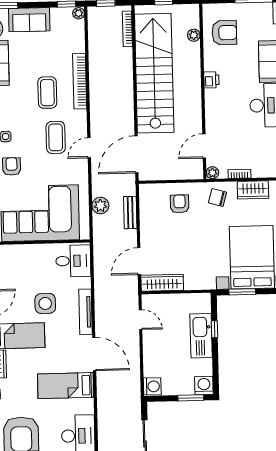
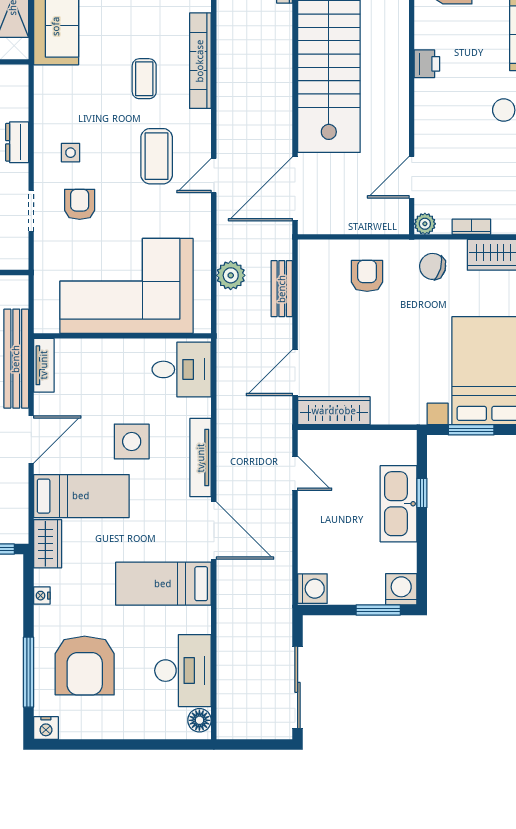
coffee table: (47, 93) -> (144, 79), width x0.73, depth x0.77

